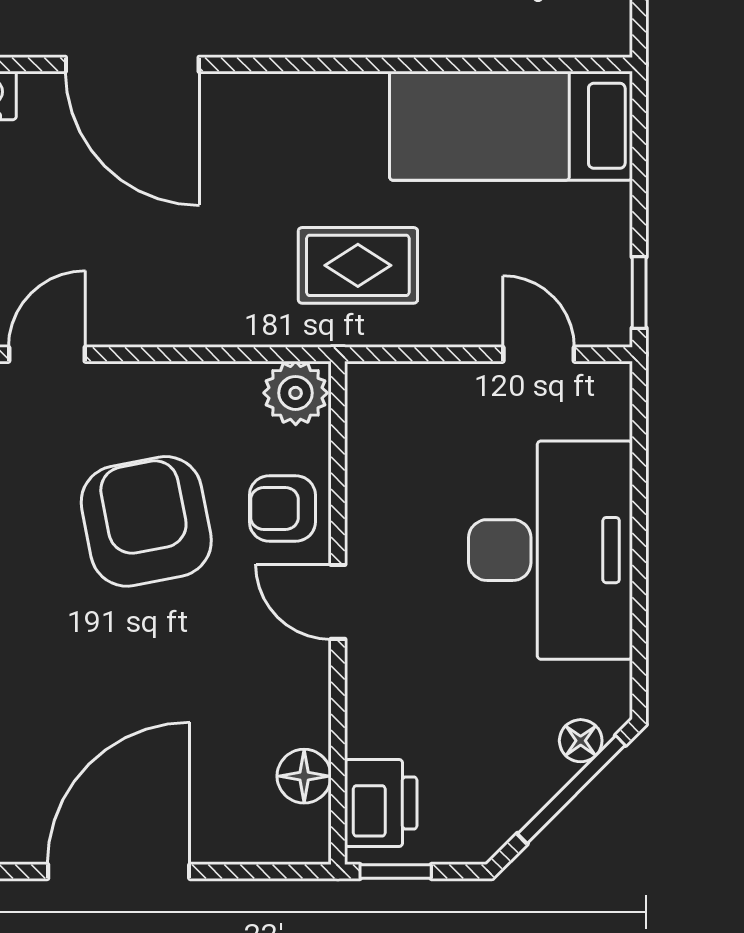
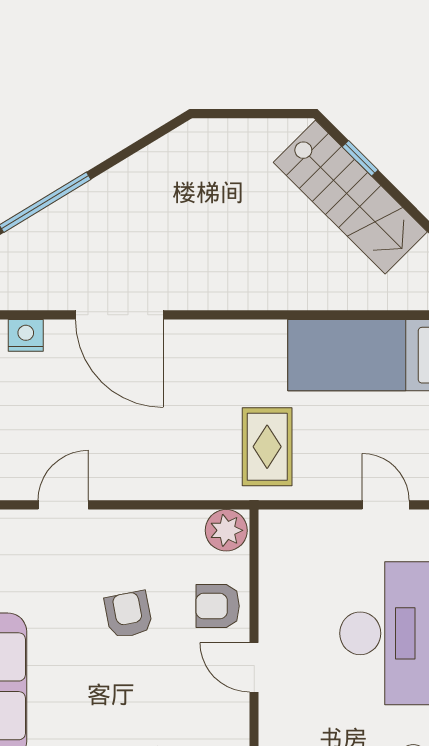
rug: (358, 265) -> (267, 447), turned 90
armchair: (146, 521) -> (128, 615), width x0.53, depth x0.53

